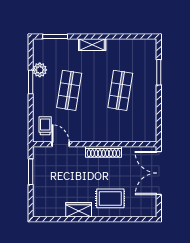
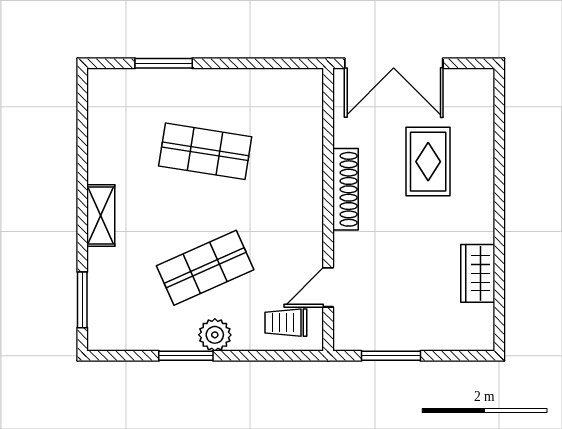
plant: (40, 70) -> (215, 335), moved
shop shelf: (69, 90) -> (205, 268), turned -33
rug: (110, 198) -> (428, 162), moved
wardrobe: (79, 210) -> (478, 273), moved

